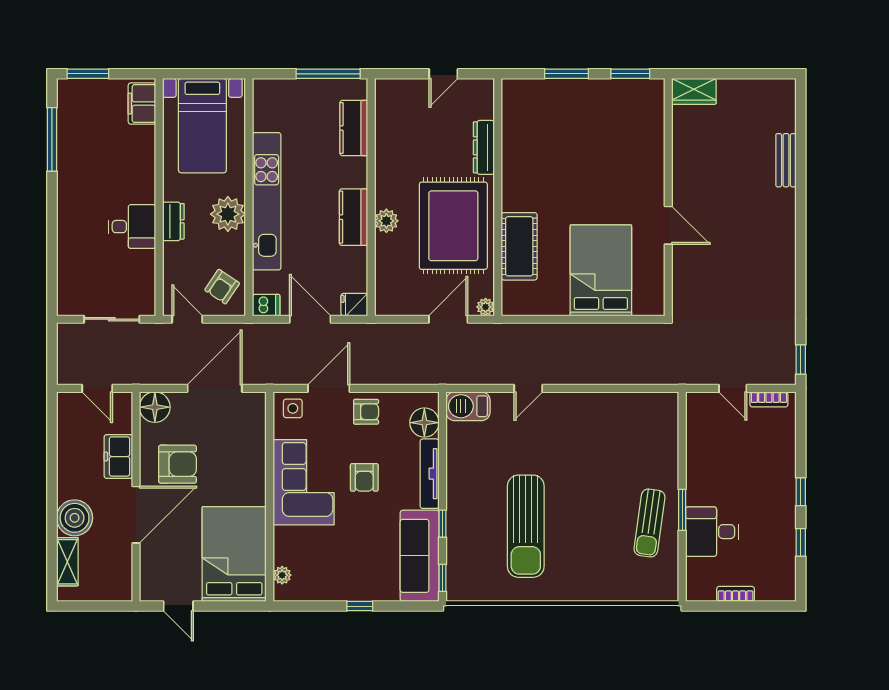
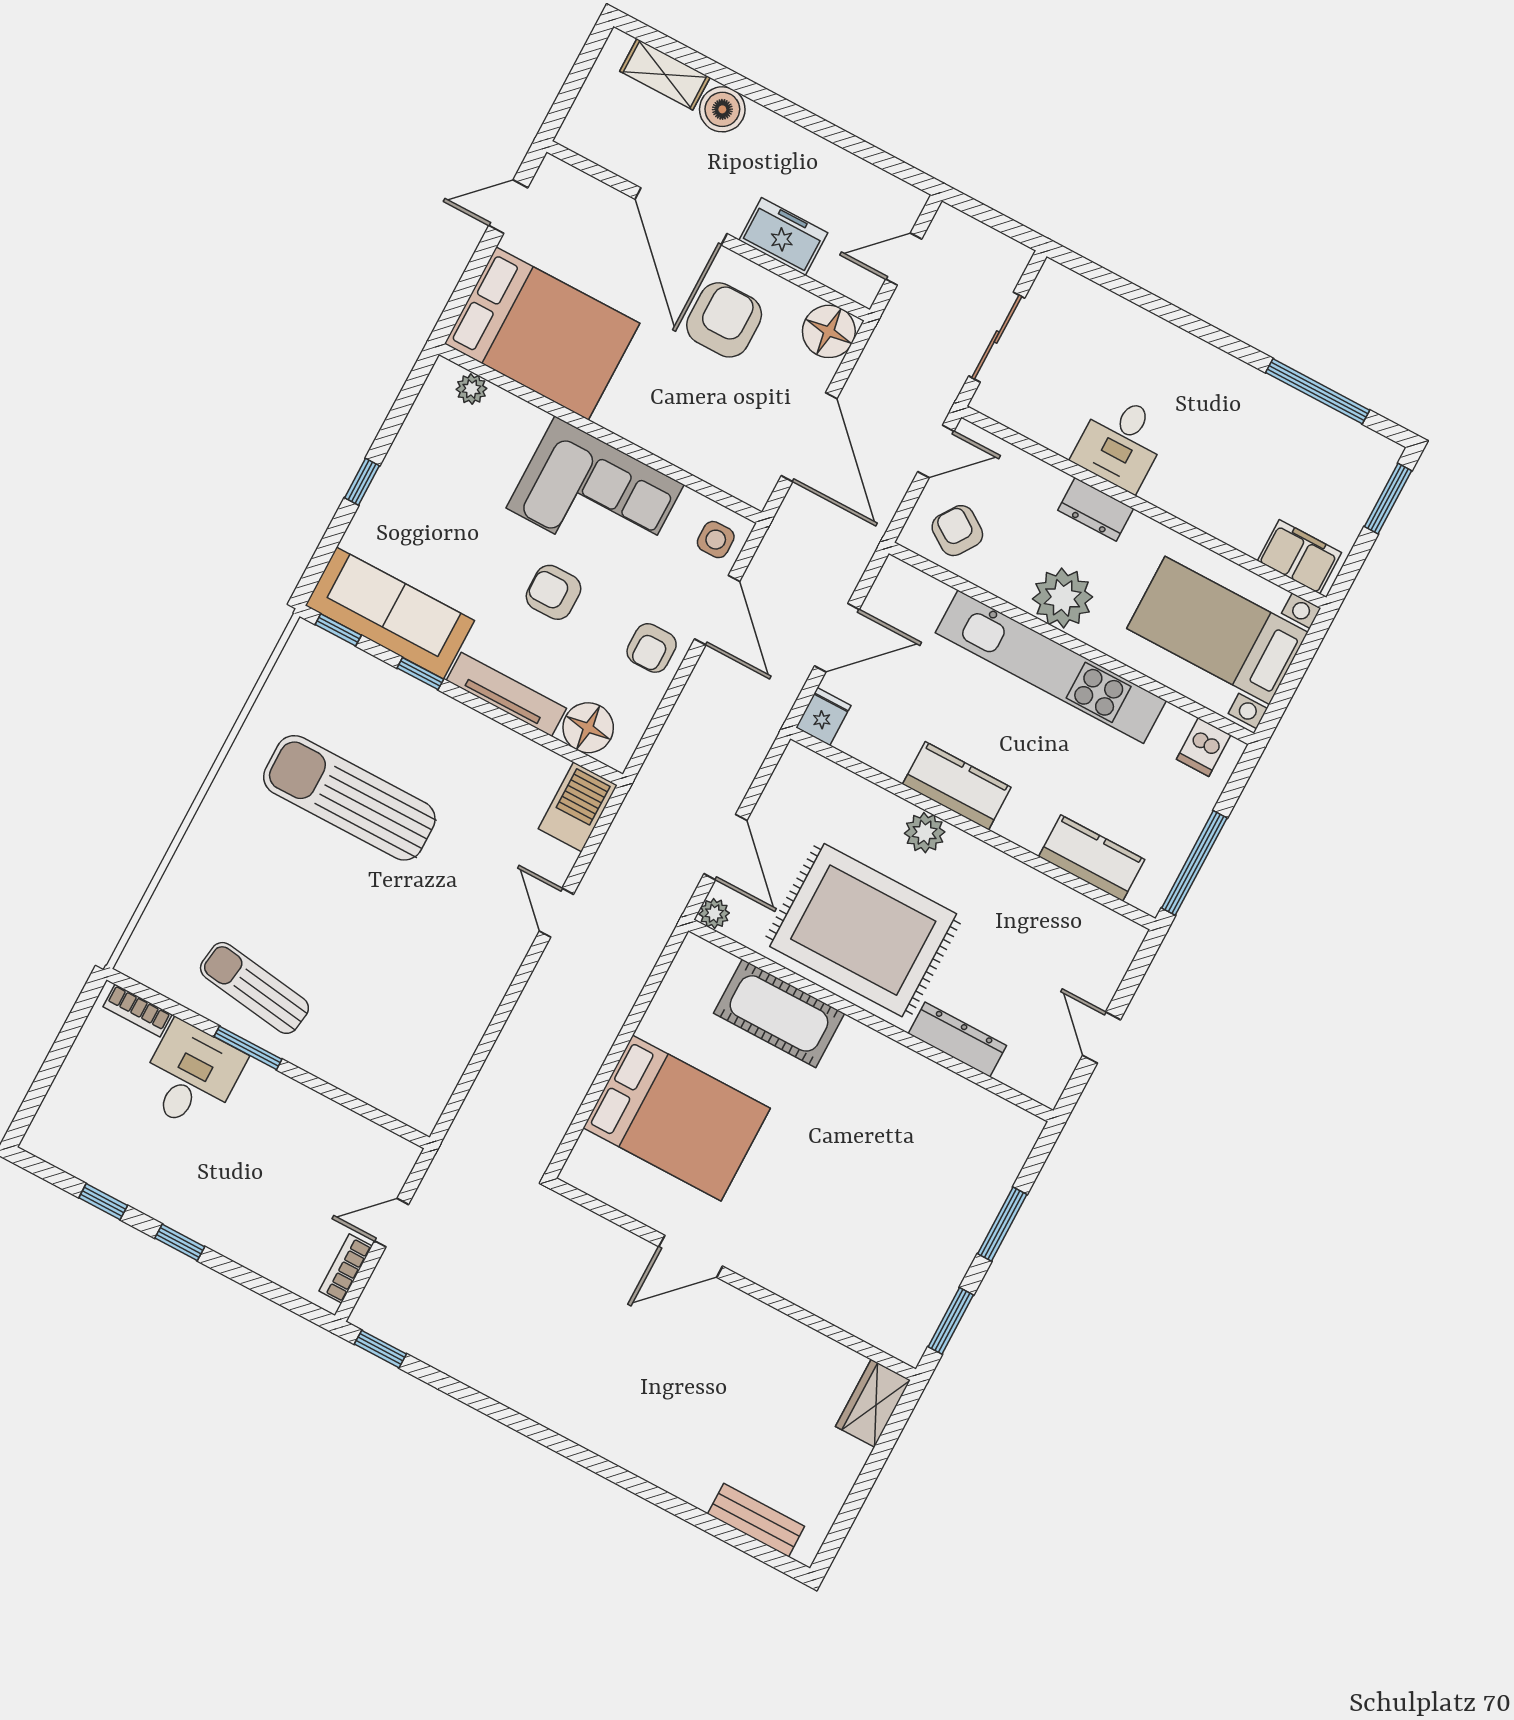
bench: (786, 160) -> (756, 1520), moved
dishwasher: (266, 305) -> (1204, 747), moved
armchair: (178, 464) -> (724, 320), turned 180
boiler: (75, 518) -> (722, 109), width x0.73, depth x0.73
bookcase: (736, 594) -> (138, 1011), moved, turned 90

